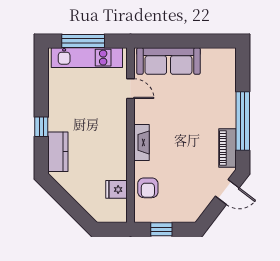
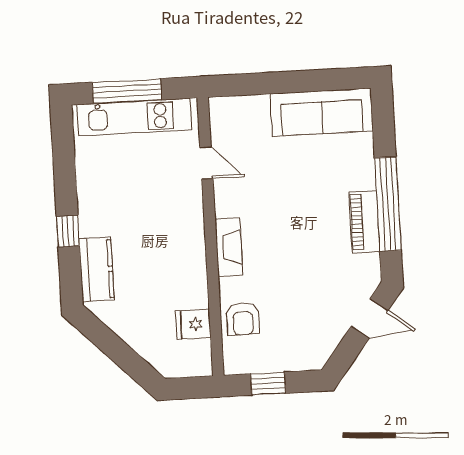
sofa: (168, 61) -> (322, 112), moved
piano: (228, 148) -> (365, 222), moved

